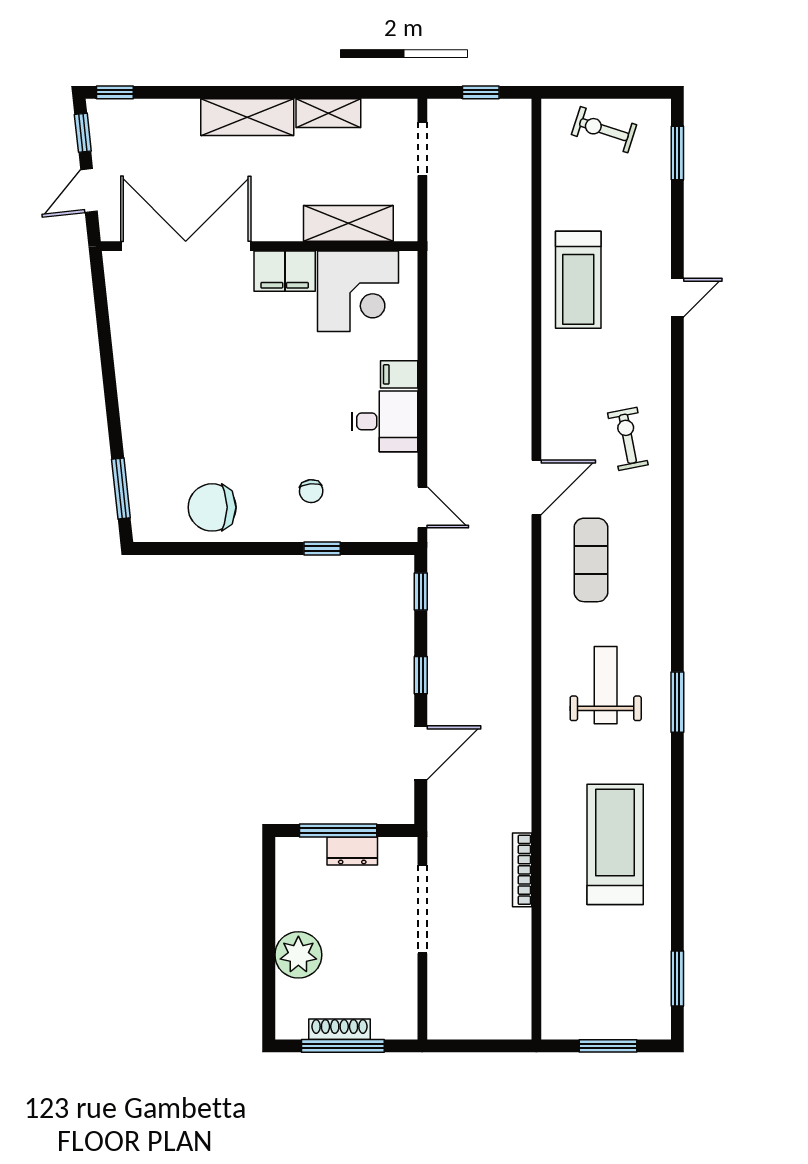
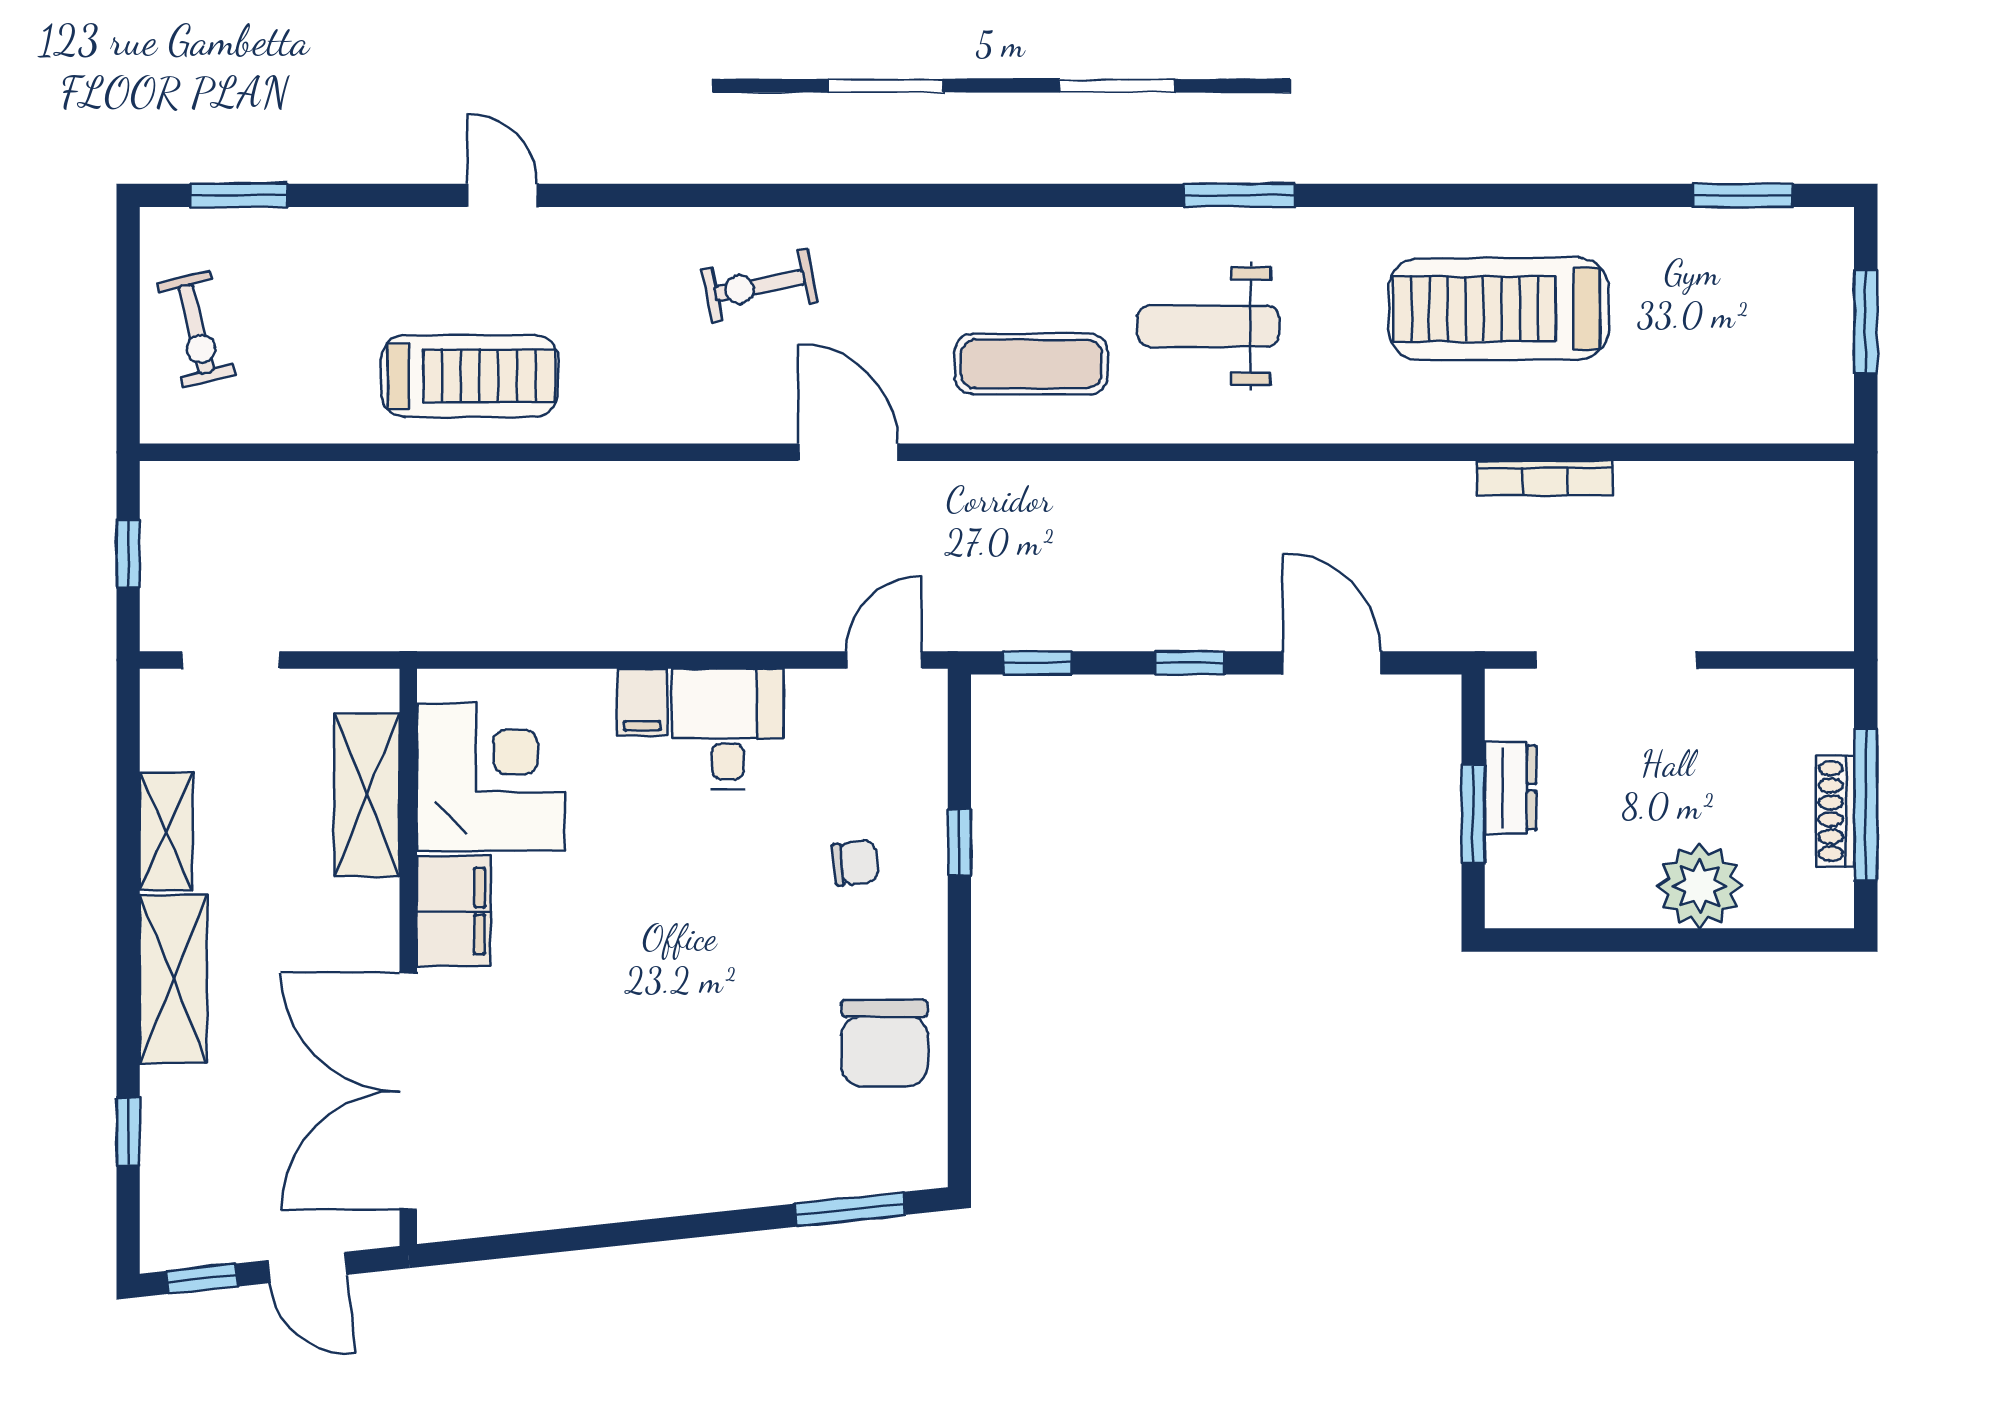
window: (115, 92) -> (128, 1131), moved
exercise bike: (604, 130) -> (196, 329), turned -32
exercise mat: (591, 560) -> (1031, 364), moved
window: (338, 830) -> (1473, 814), width x0.69

